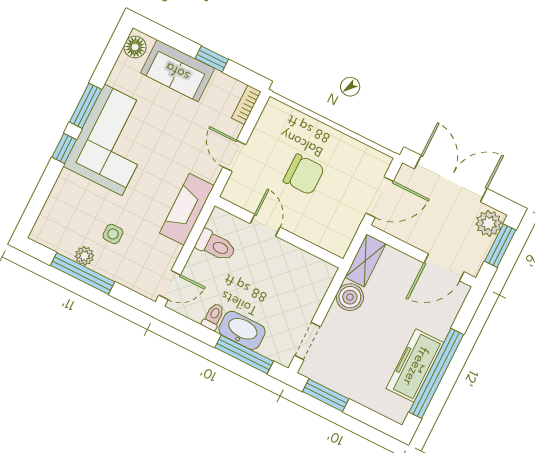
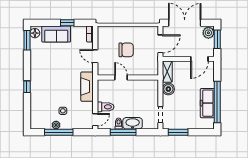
window: (85, 106) -> (27, 40), moved
corner sofa: (113, 140) -> (44, 74), removed
toilet: (216, 246) -> (106, 107), moved
window: (244, 354) -> (123, 132), moved

